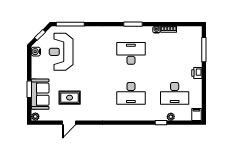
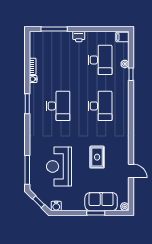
reception desk: (61, 52) -> (59, 166), moved, turned 90
desk: (131, 53) -> (58, 106), turned 180
rug: (70, 98) -> (97, 157), moved

